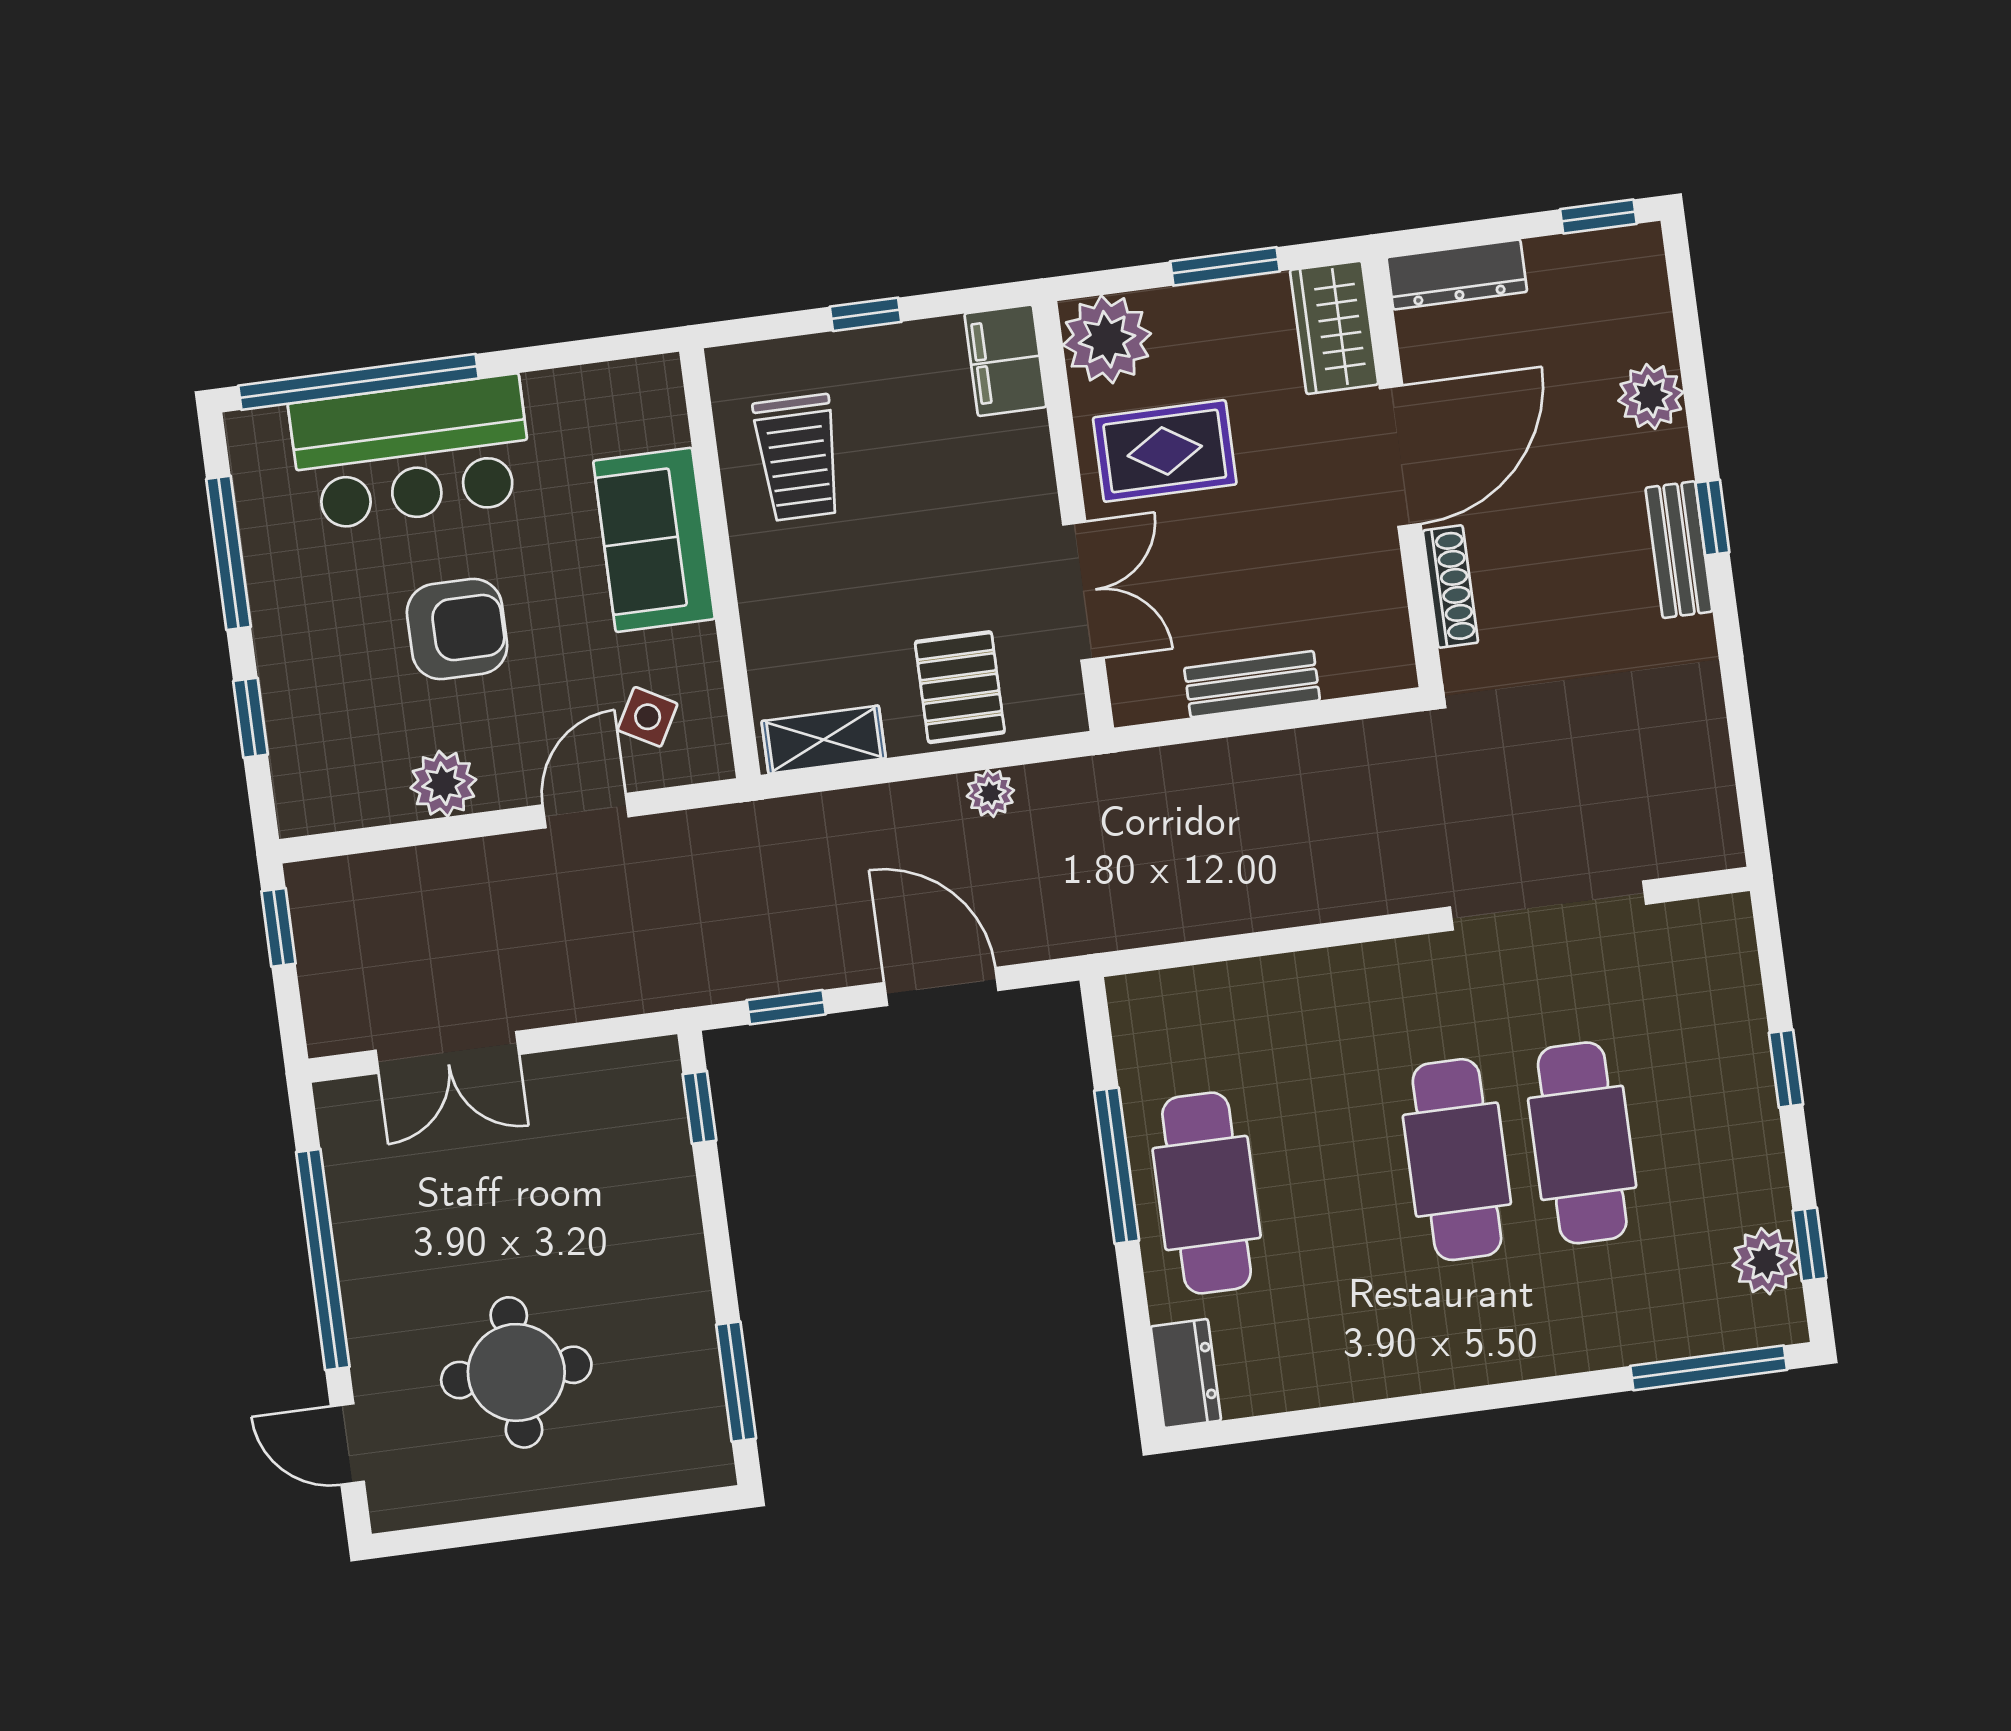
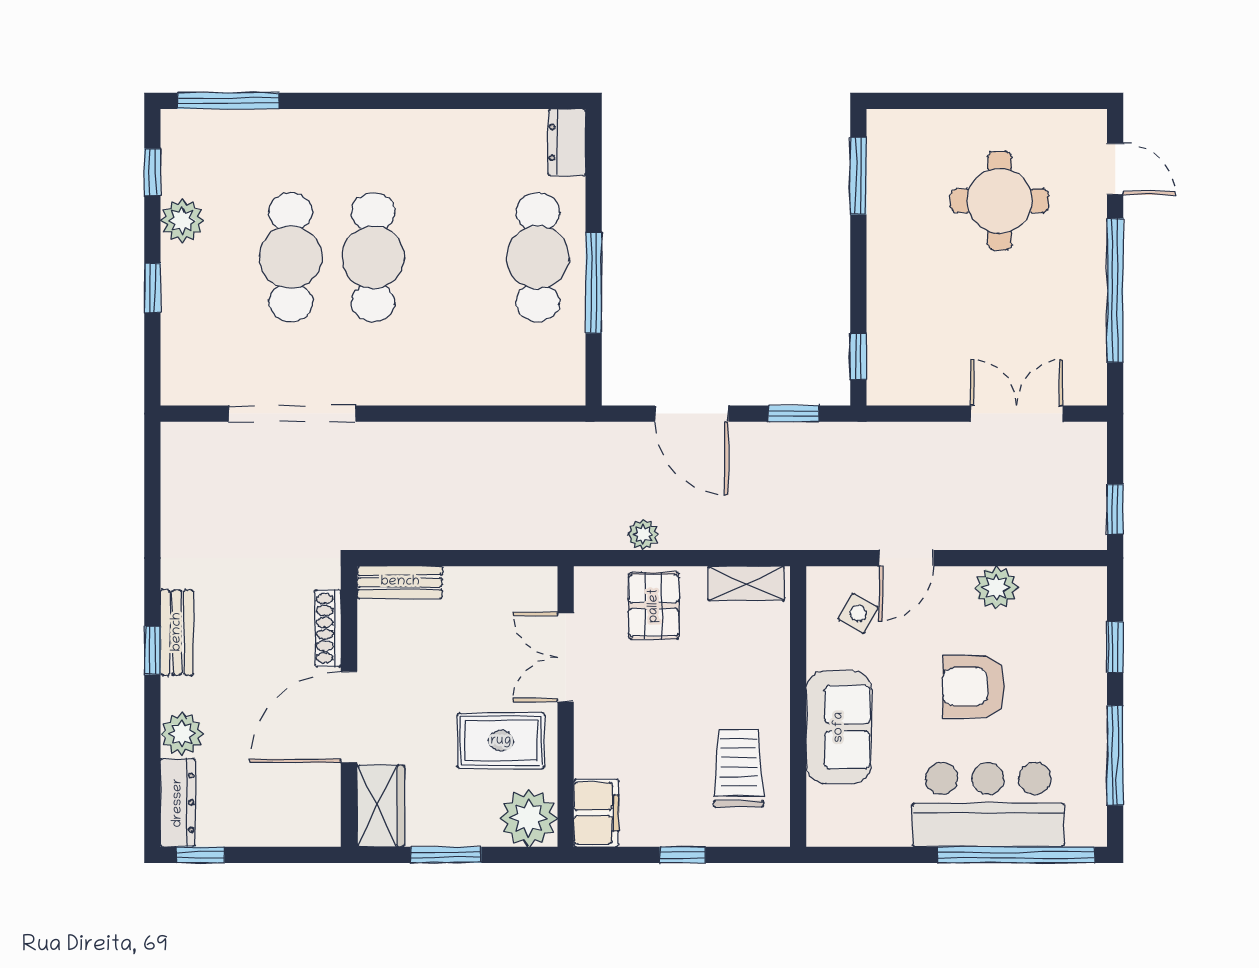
dresser: (1457, 275) -> (178, 803), moved, turned 90
bench: (1252, 684) -> (400, 582), moved
plant: (1766, 1261) -> (182, 221), moved

